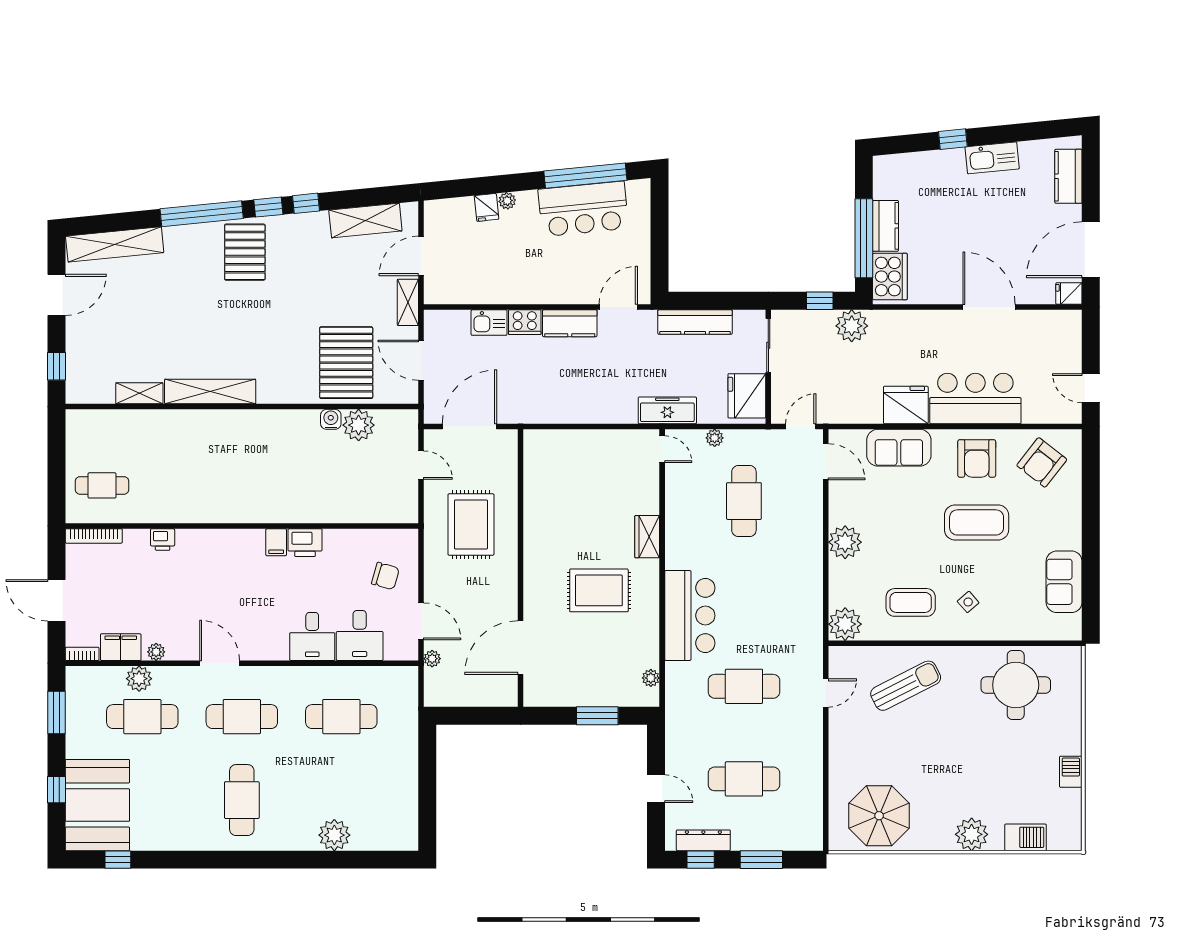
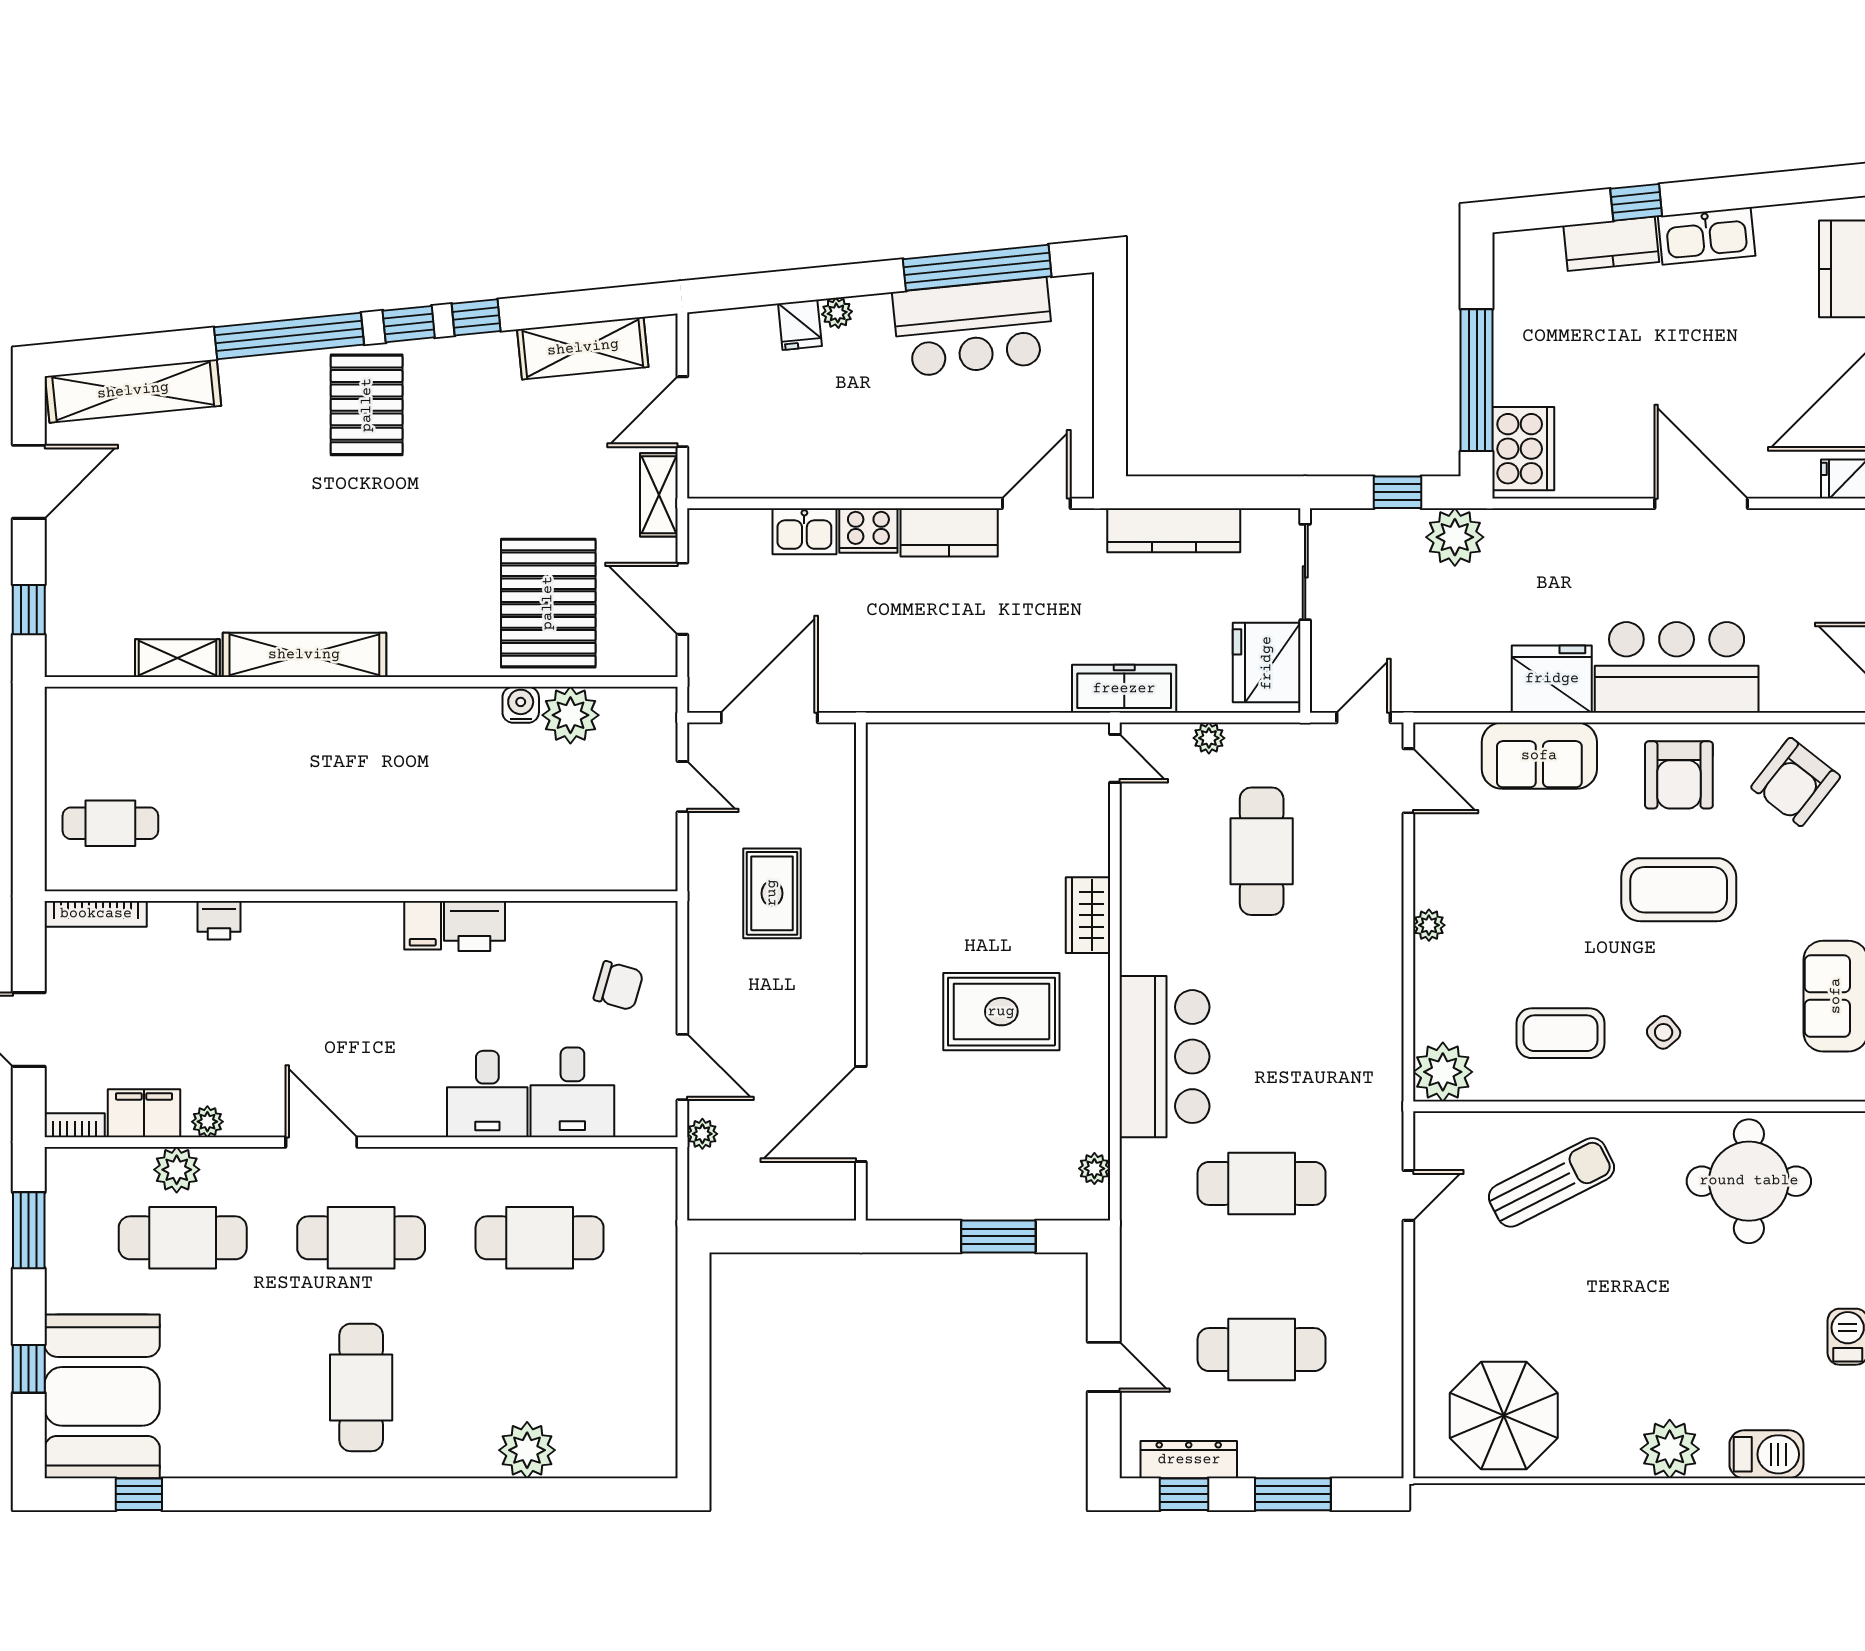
kitchen counter: (885, 226) -> (1611, 244), moved, turned 84
rug: (471, 525) -> (772, 893), width x0.73, depth x0.70
plant: (845, 542) -> (1429, 925), width x0.53, depth x0.53

